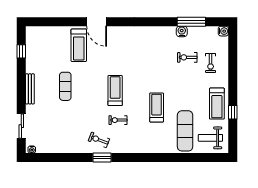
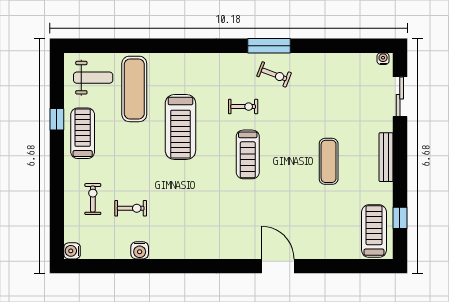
window: (191, 22) -> (124, 266), removed
treadmill: (79, 45) -> (374, 231), moved
treadmill: (157, 107) -> (180, 127), width x1.37, depth x1.38
window: (102, 158) -> (269, 46), width x1.44

